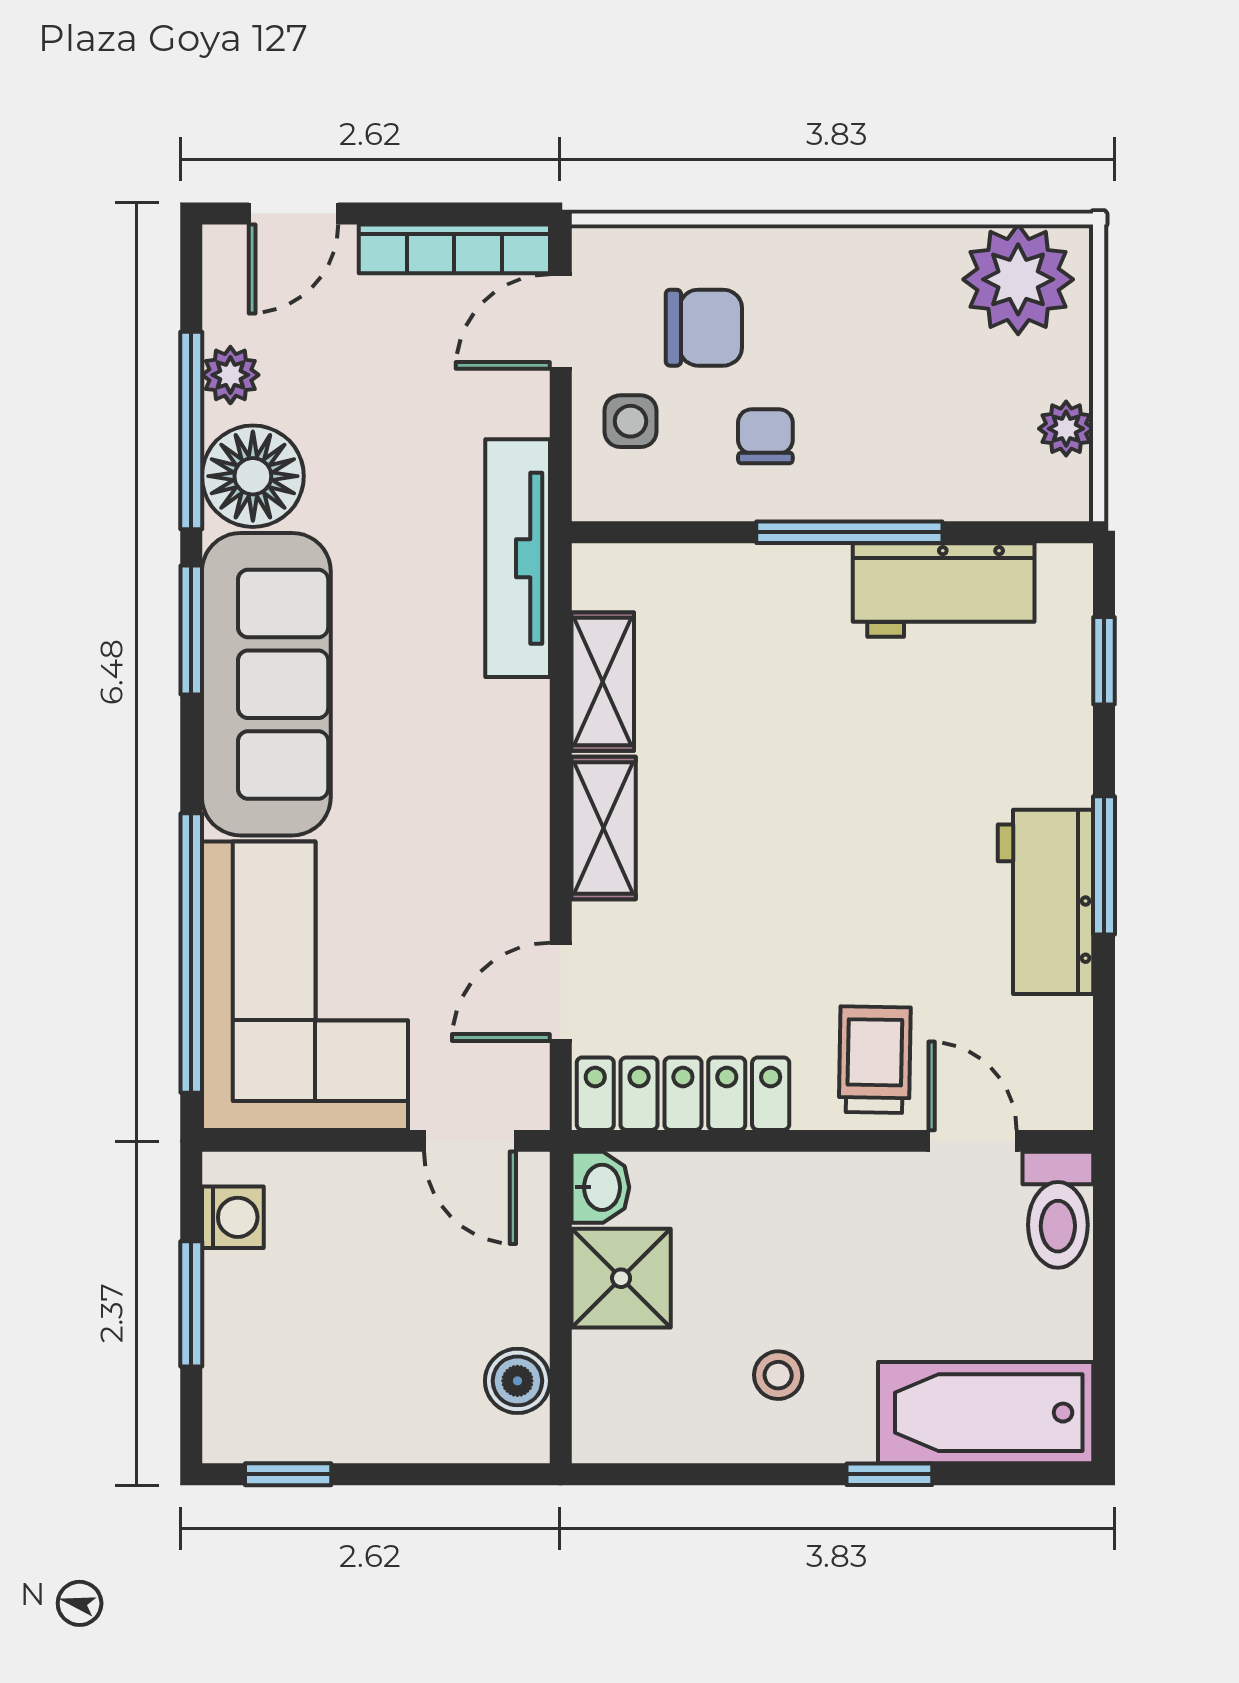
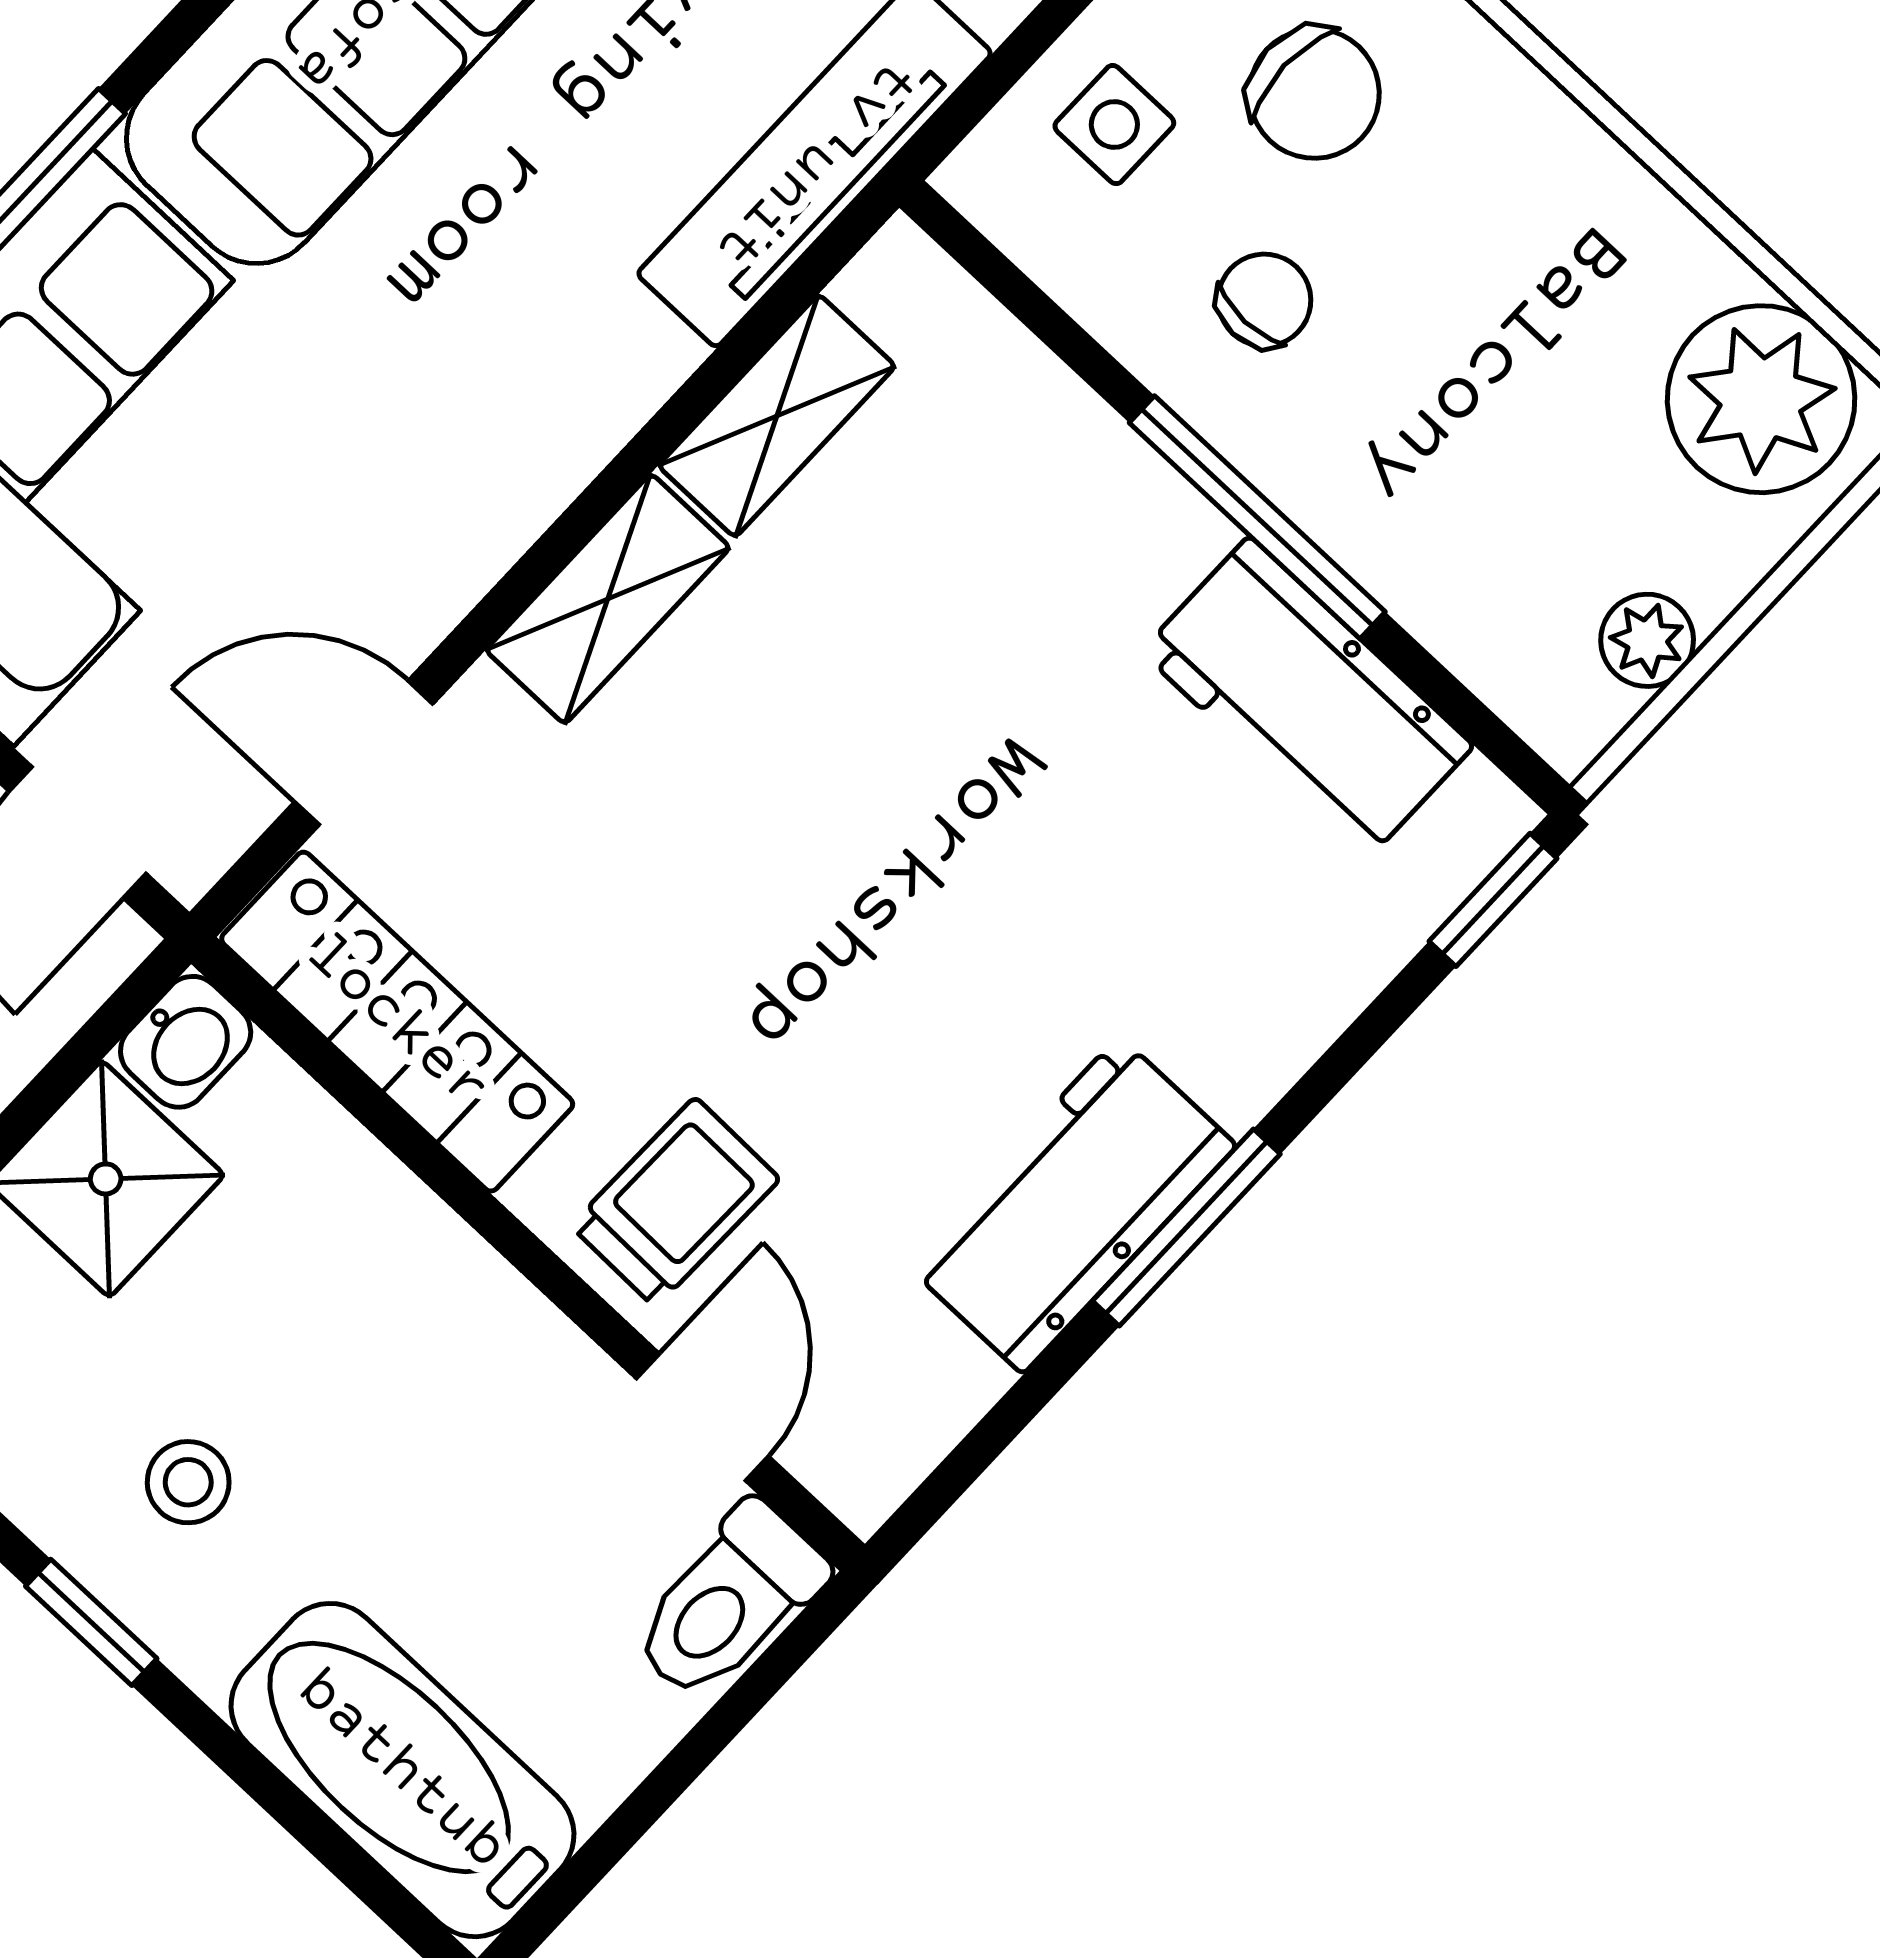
window: (1104, 661) -> (1493, 900), moved
window: (889, 1474) -> (91, 1622), moved

